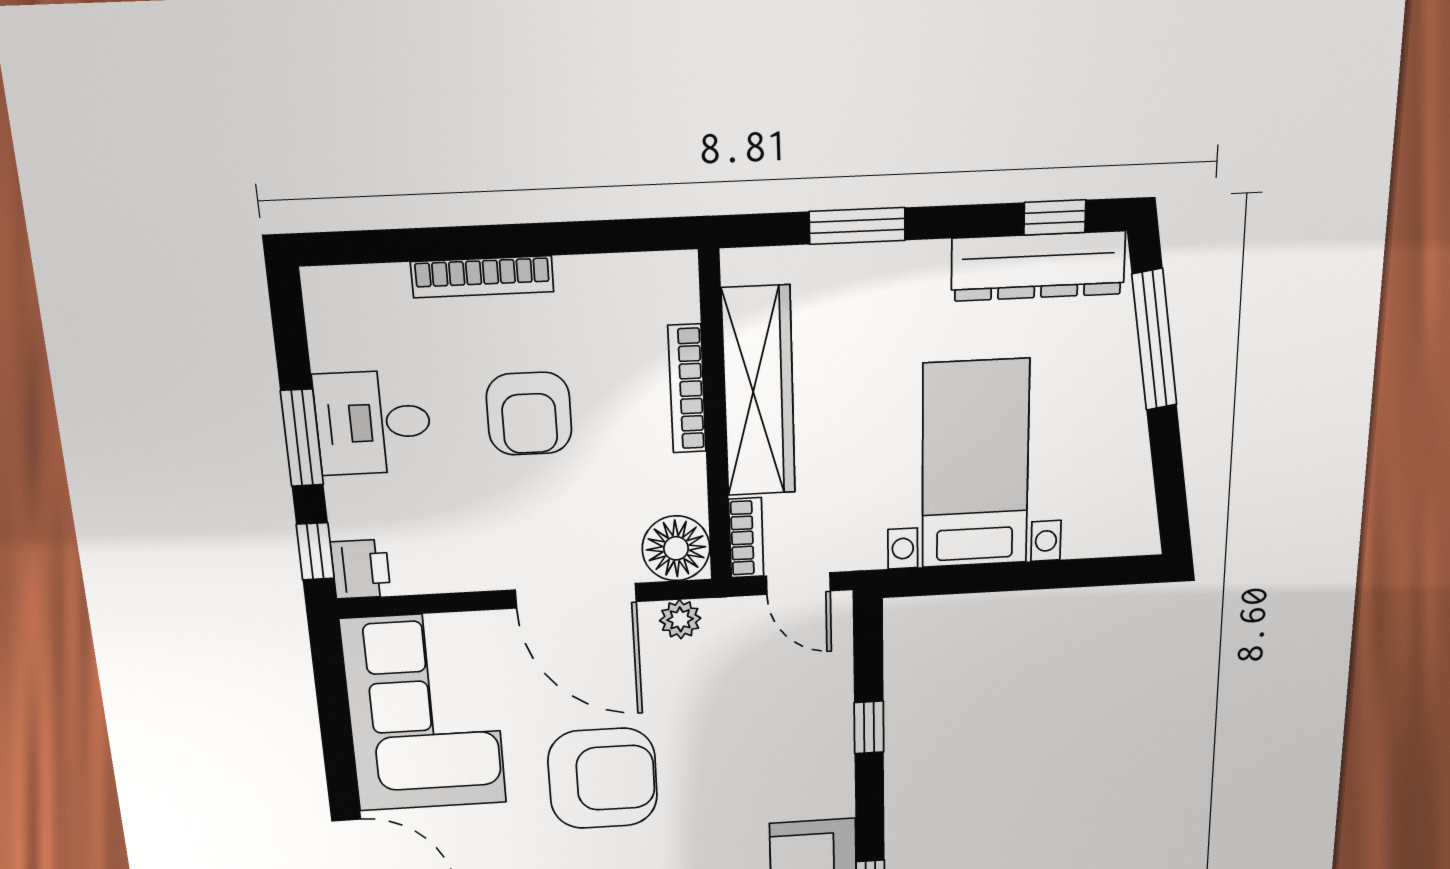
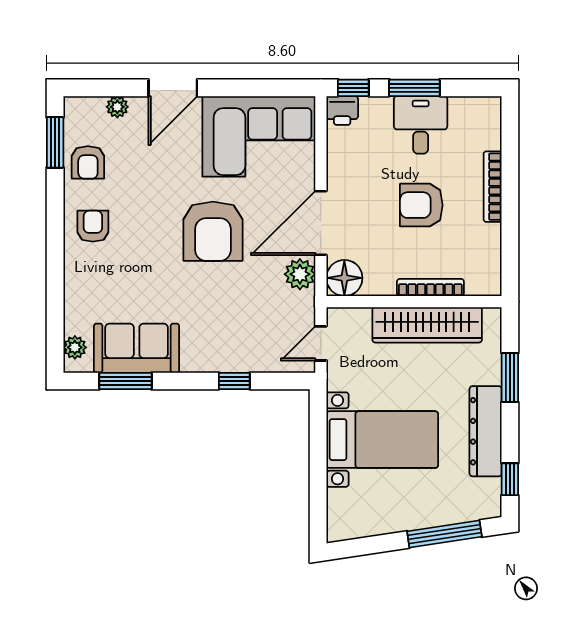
dresser: (1038, 266) -> (486, 431), moved
bookcase: (746, 538) -> (348, 316), removed
plant: (680, 619) -> (300, 274), width x1.38, depth x1.38

